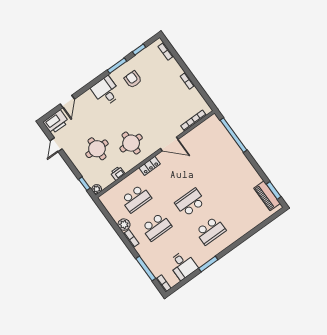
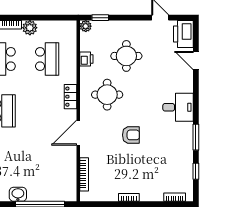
armchair: (133, 79) -> (131, 135), moved
washbasin: (238, 154) -> (18, 194), added
school desk: (136, 199) -> (47, 59), turned 180

